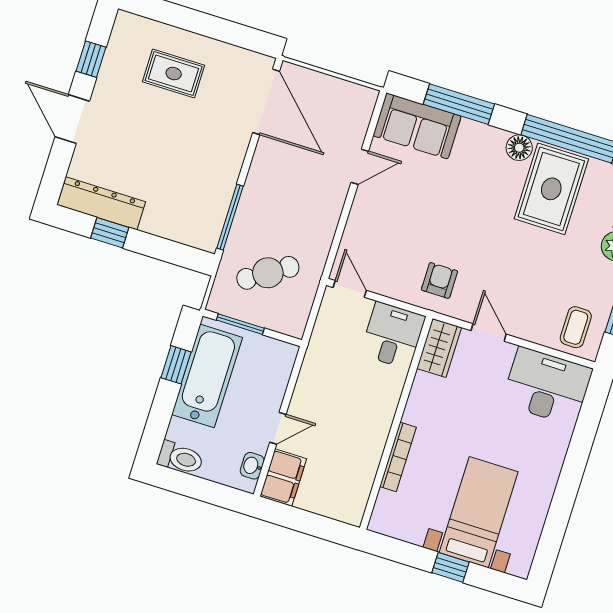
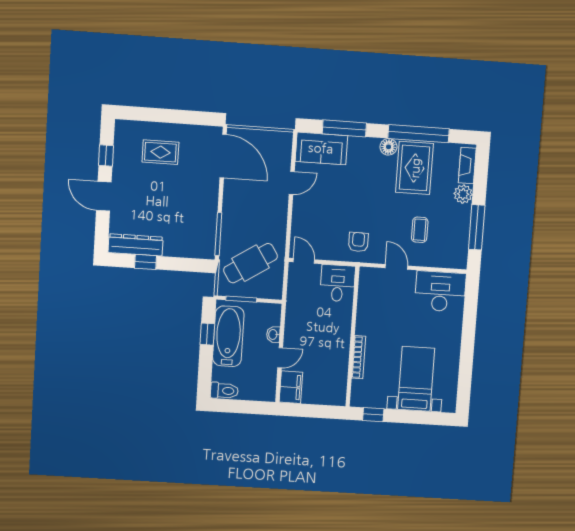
cafe table: (268, 273) -> (250, 263), width x1.37, depth x1.35
coffee table: (576, 327) -> (420, 230), moved
wardrobe: (439, 348) -> (368, 284), removed
washbasin: (252, 466) -> (273, 334), moved
window: (451, 567) -> (373, 415), moved

